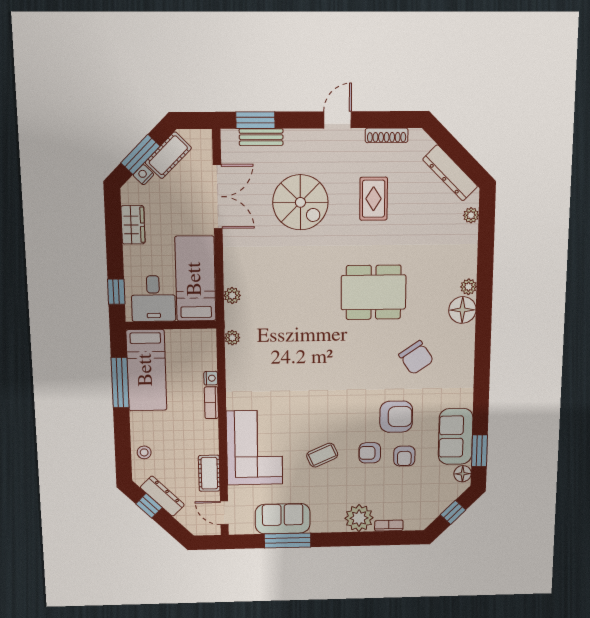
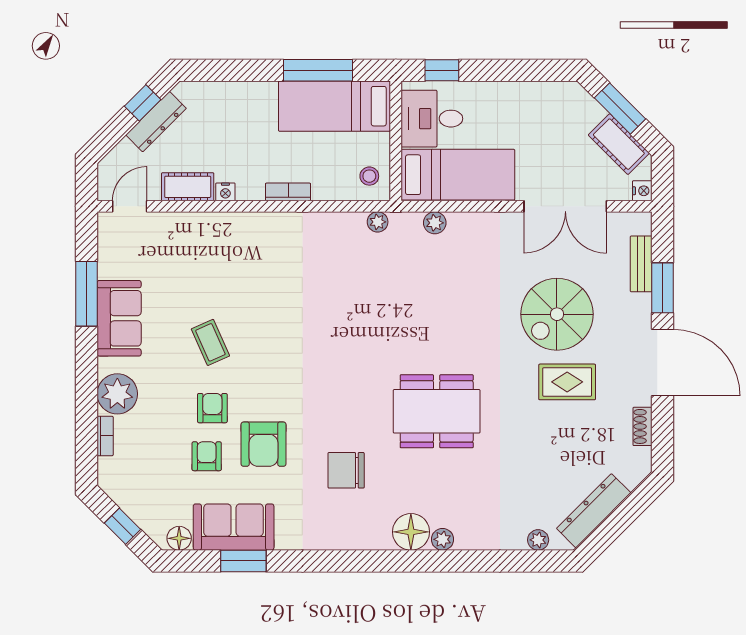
window: (255, 120) -> (663, 288), moved
door: (338, 120) -> (663, 363), width x1.88
shoe rack: (387, 135) -> (642, 426), width x0.70
nightstand: (143, 175) -> (642, 191), moved, turned 45
rug: (374, 199) -> (567, 382), moved
wardrobe: (133, 225) -> (530, 96), removed
dining table: (373, 292) -> (437, 411), turned 90
chair: (416, 358) -> (346, 470), turned 34
nightstand: (211, 378) -> (225, 192), moved
corner sofa: (255, 448) -> (223, 249), removed
window: (479, 451) -> (243, 561), moved
stool: (144, 452) -> (369, 176), moved
armchair: (404, 456) -> (207, 456), turned 90
sofa: (283, 519) -> (119, 318), moved

